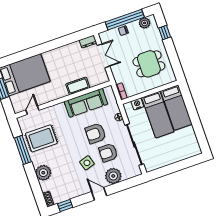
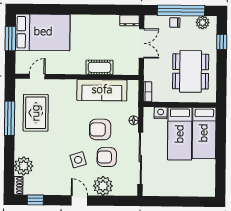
dining table: (149, 64) -> (191, 71), width x1.37
rug: (41, 138) -> (36, 113), turned 90
plant: (43, 173) -> (24, 166), moved

